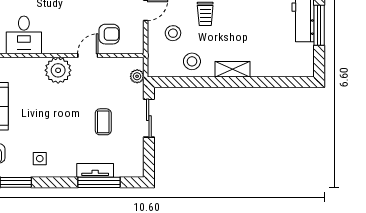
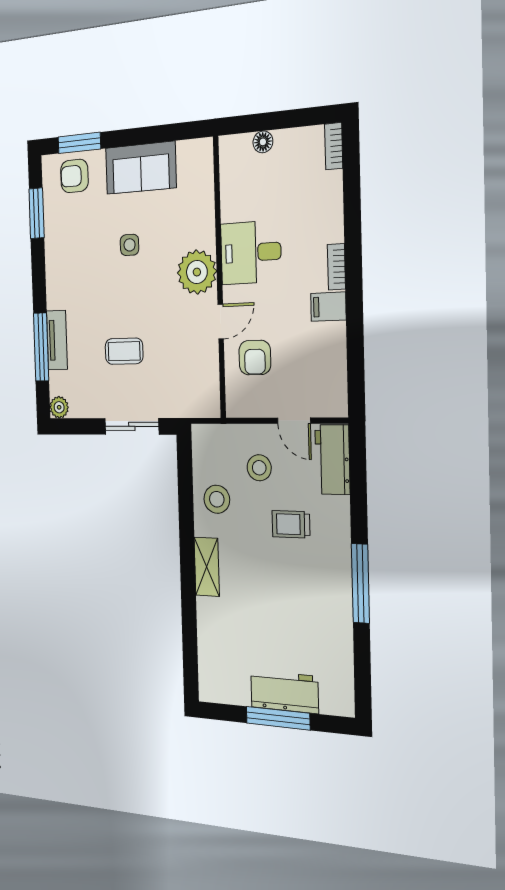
desk: (24, 35) -> (251, 253), moved
door: (88, 56) -> (221, 322), hinge flipped
plant: (137, 76) -> (59, 407), moved
side table: (40, 159) -> (130, 245), moved

